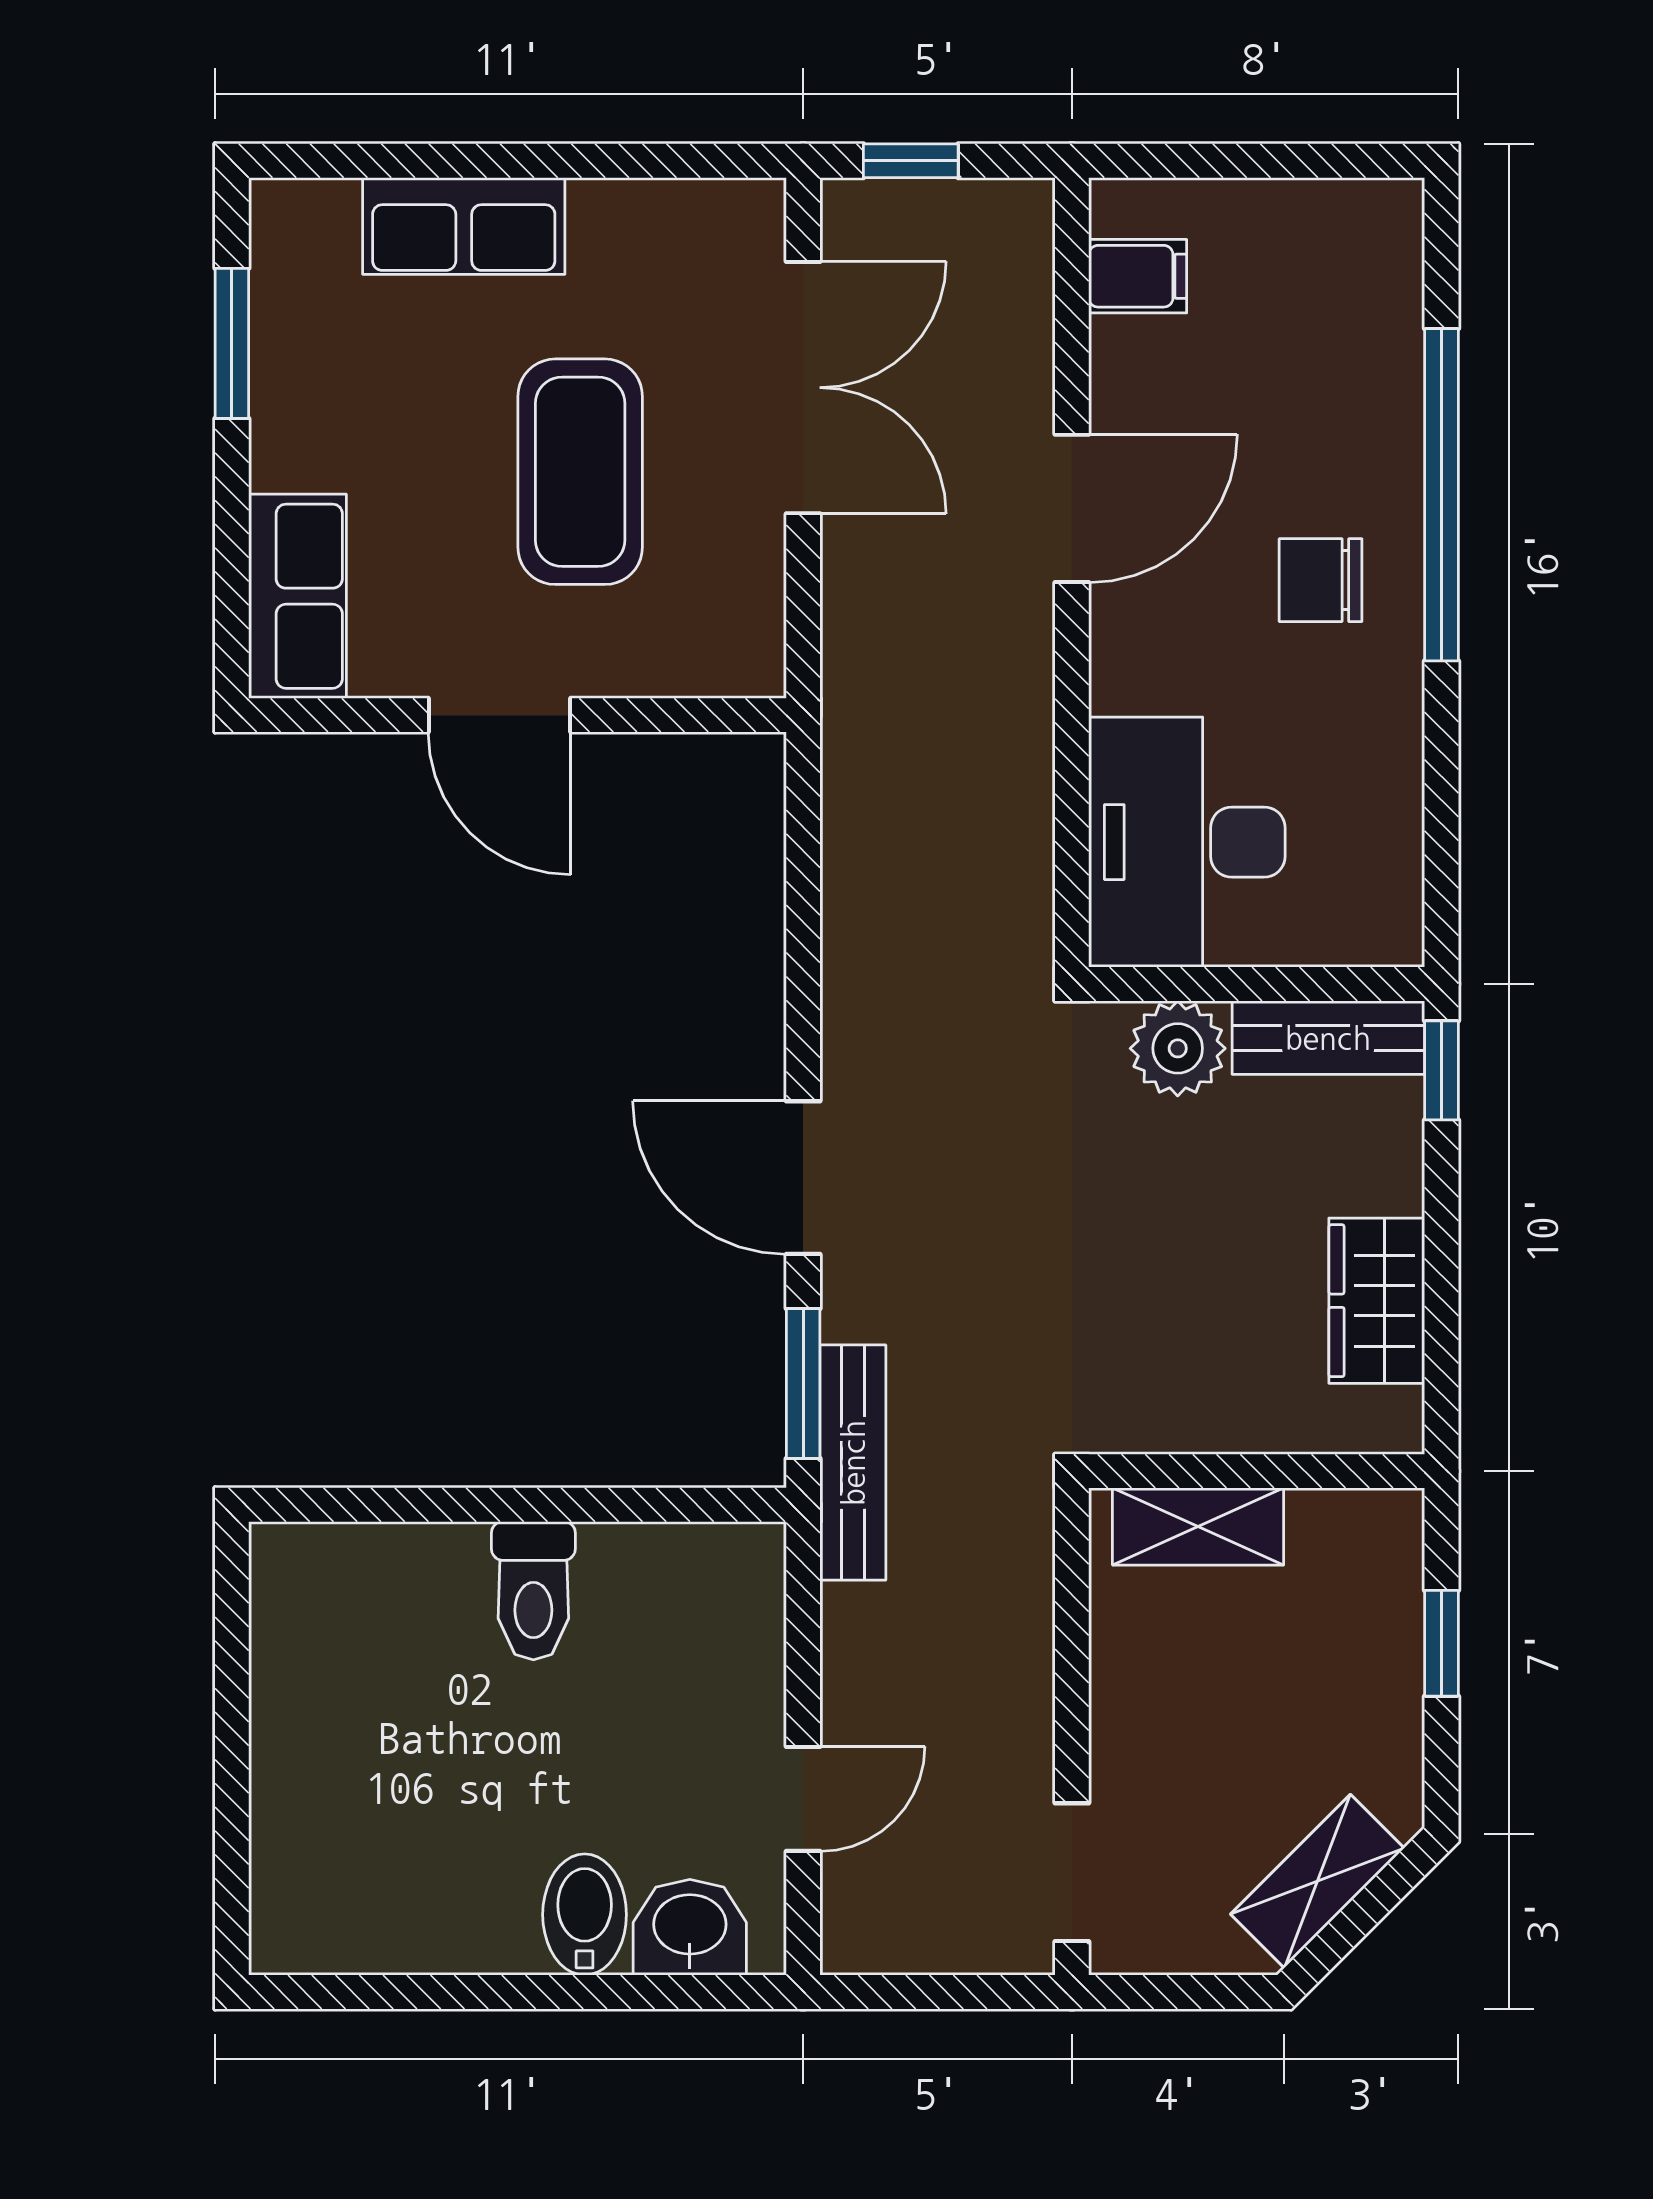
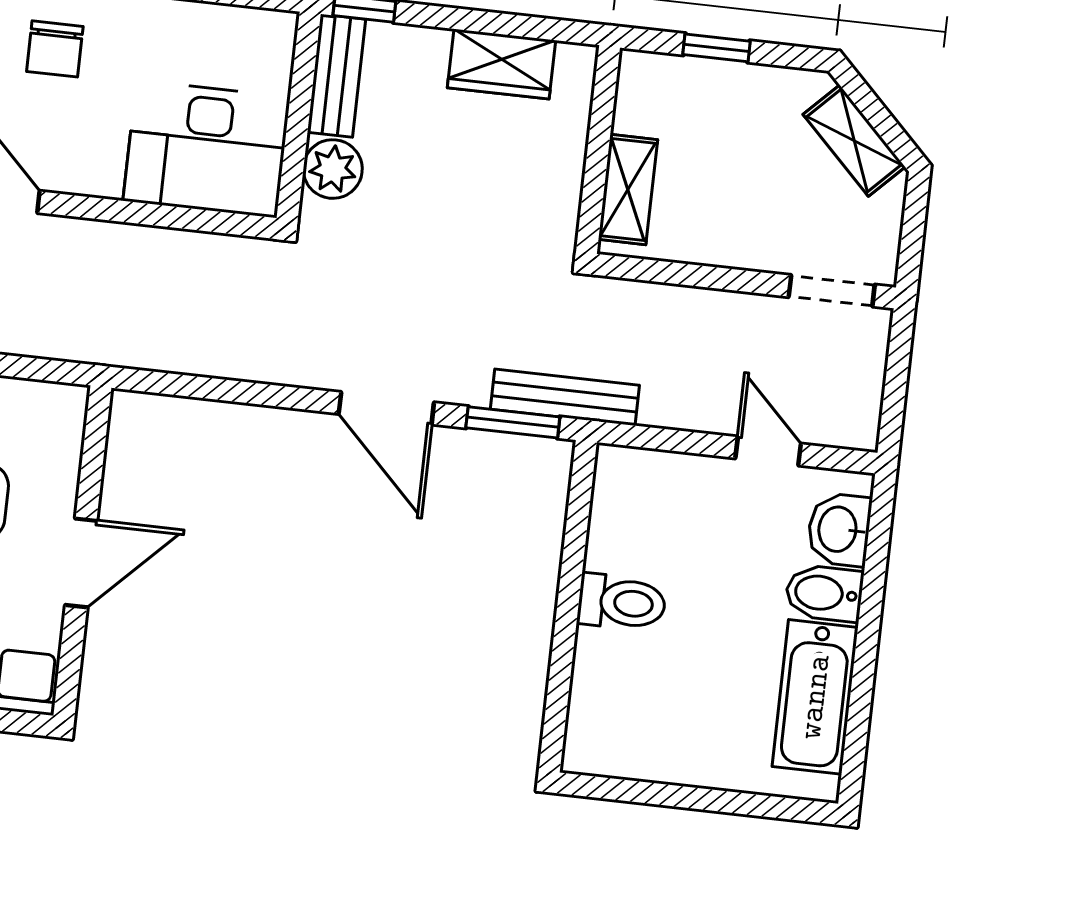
door: (803, 1178) -> (386, 408), hinge flipped
bathtub: (416, 1919) -> (815, 697), added

